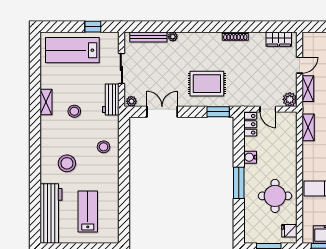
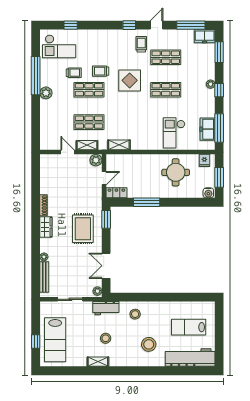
window: (93, 27) -> (36, 342), moved
wardrobe: (279, 39) -> (46, 227), moved
workbench: (111, 99) -> (106, 308), moved
water cooler: (250, 157) -> (208, 193), moved
window: (239, 183) -> (147, 202), moved

